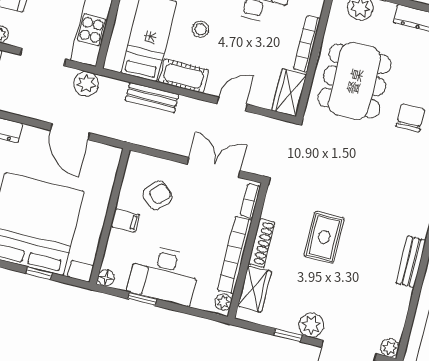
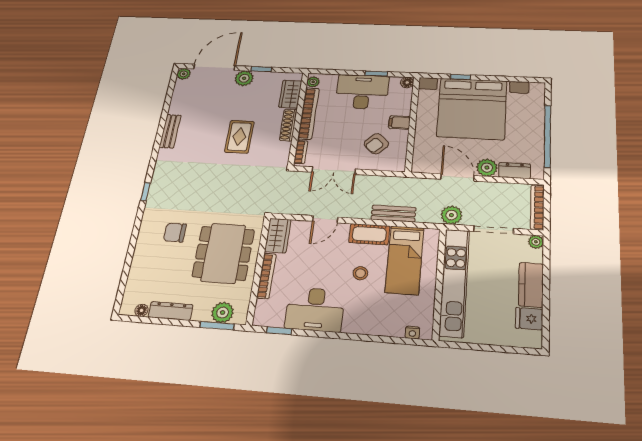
chair: (410, 118) -> (175, 232), turned 90
plant: (34, 139) -> (487, 168), added

